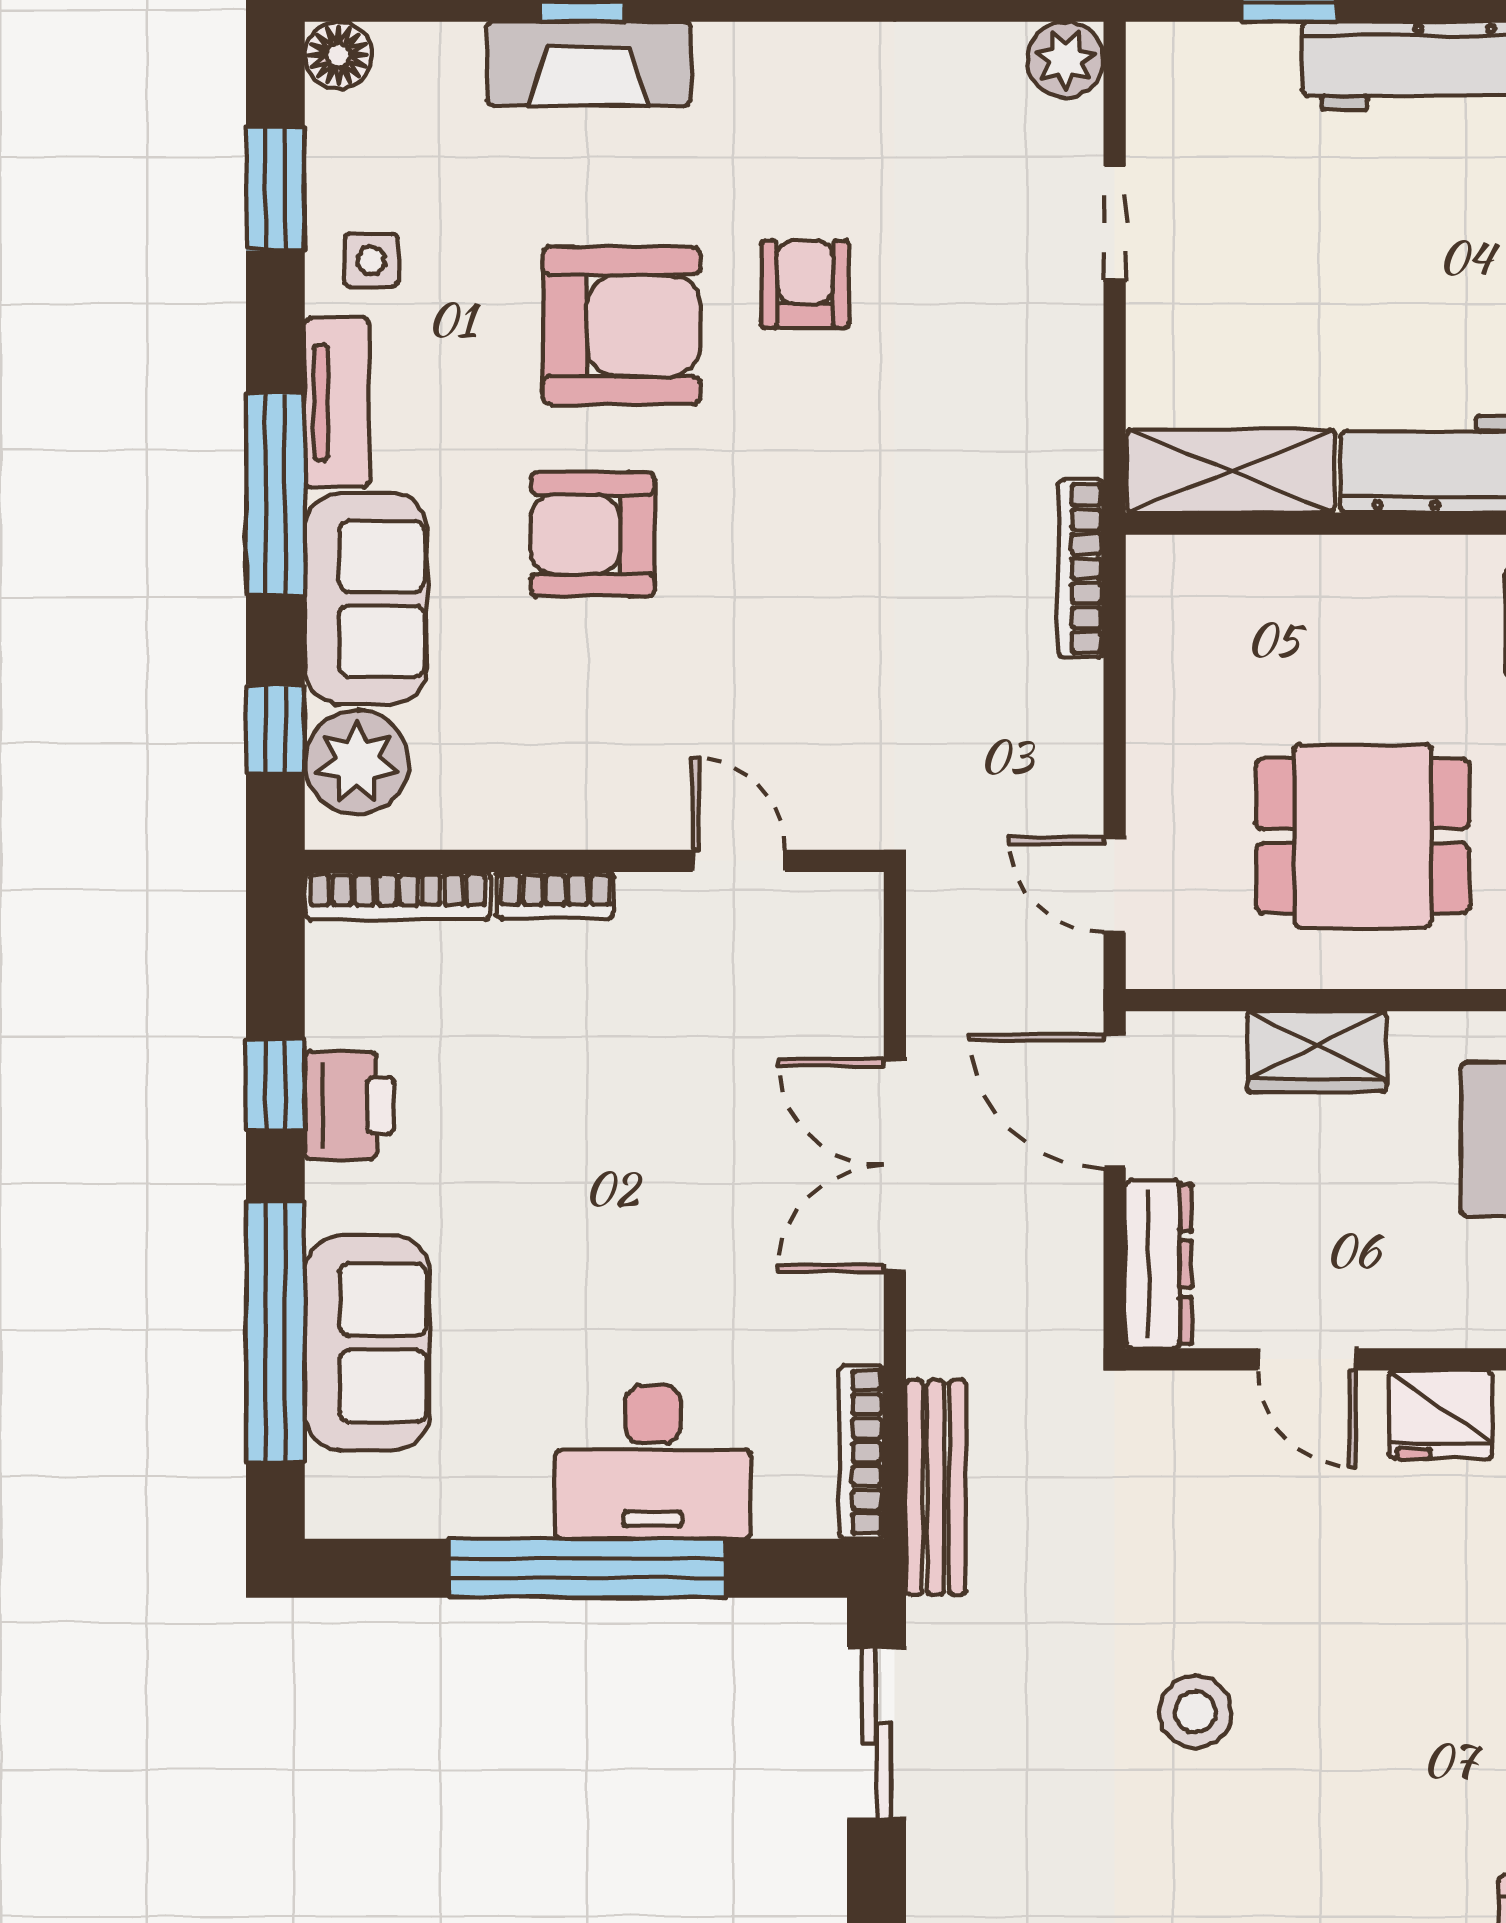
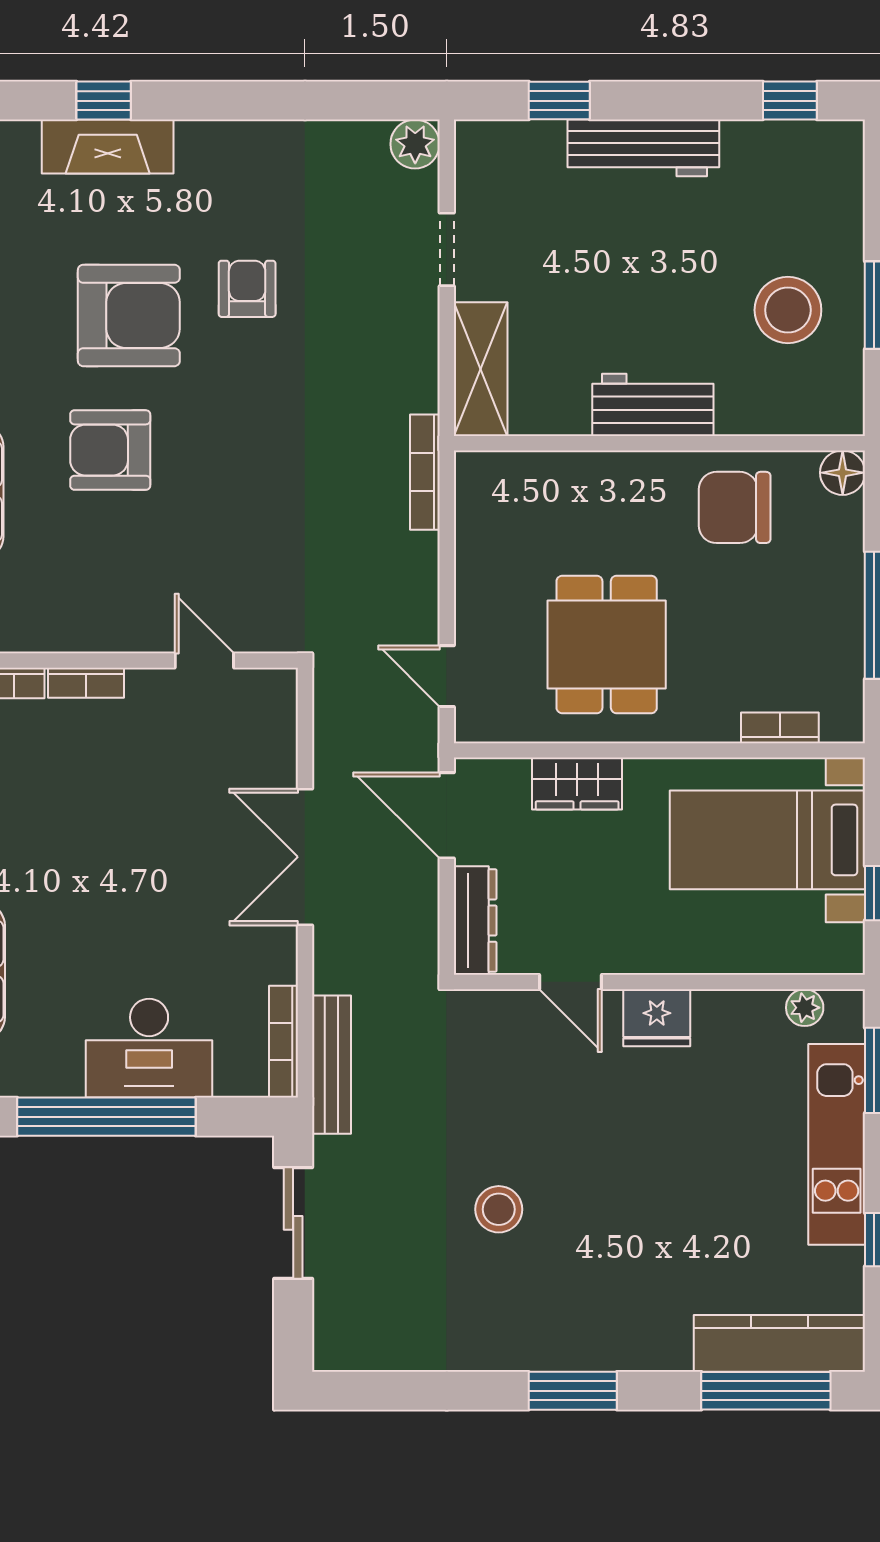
shelving: (1231, 471) -> (481, 369), moved, turned 90
dining table: (1363, 836) -> (607, 644), turned 90

